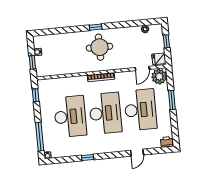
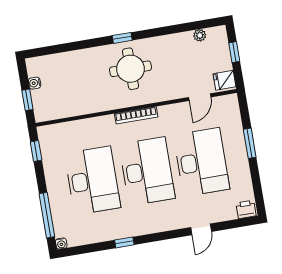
plant: (159, 77) -> (227, 108), removed

